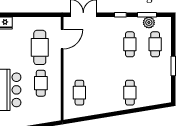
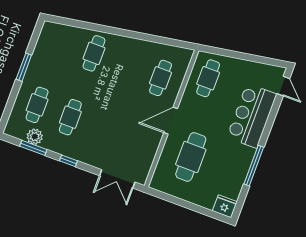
door: (62, 39) -> (171, 121), moved
cafe table: (41, 83) -> (208, 78), moved

